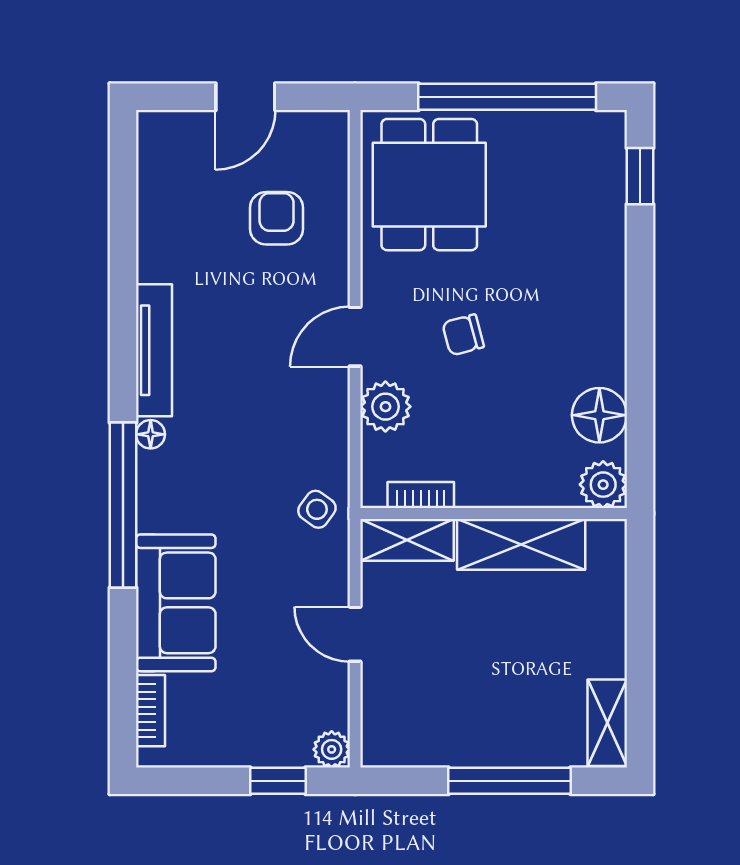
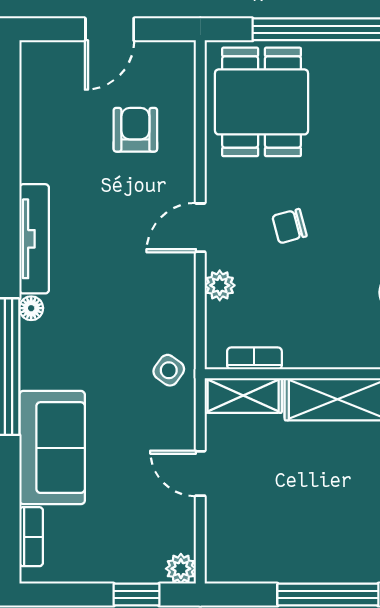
plant: (385, 407) -> (220, 285), width x0.73, depth x0.73

